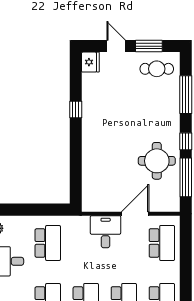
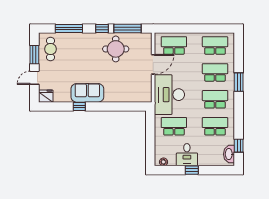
sofa: (95, 121) -> (87, 93), added
door: (135, 214) -> (153, 64), swing flipped
desk: (106, 232) -> (169, 95), width x1.87, depth x1.30

